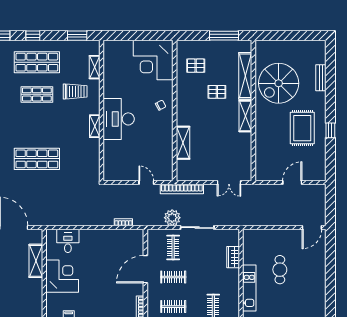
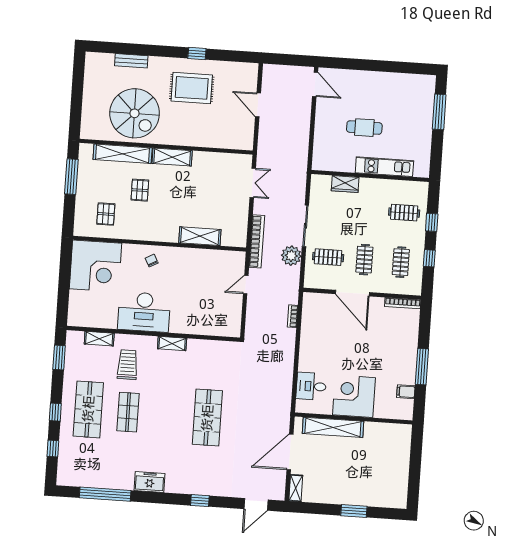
desk: (119, 119) -> (144, 312), moved
shelving: (36, 261) -> (333, 427), width x1.47

